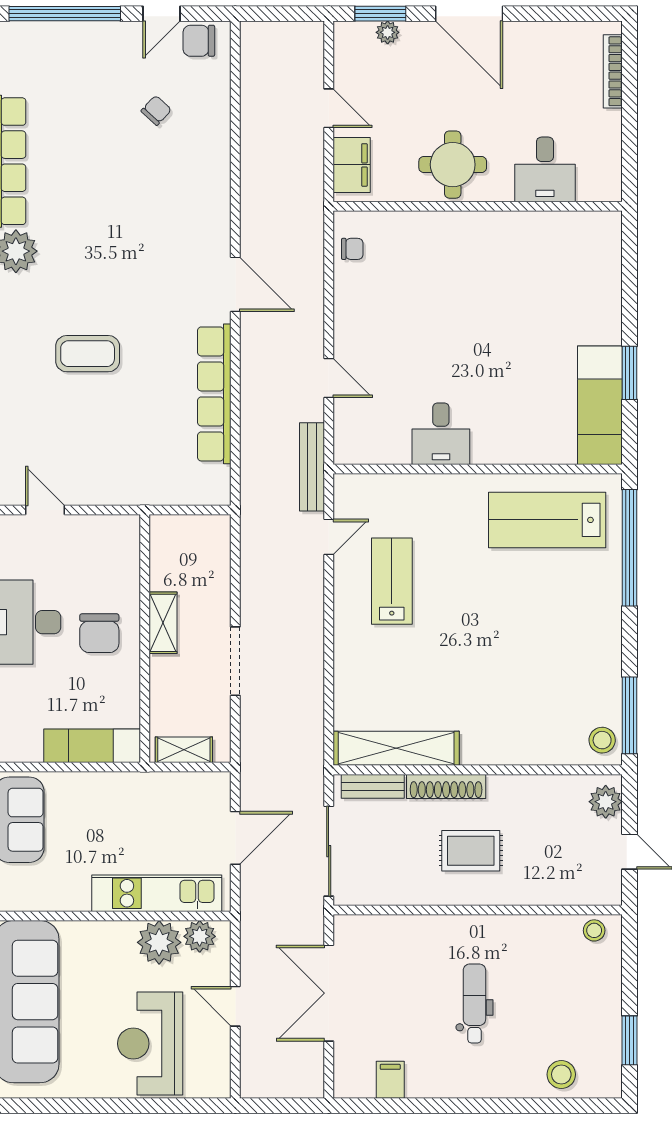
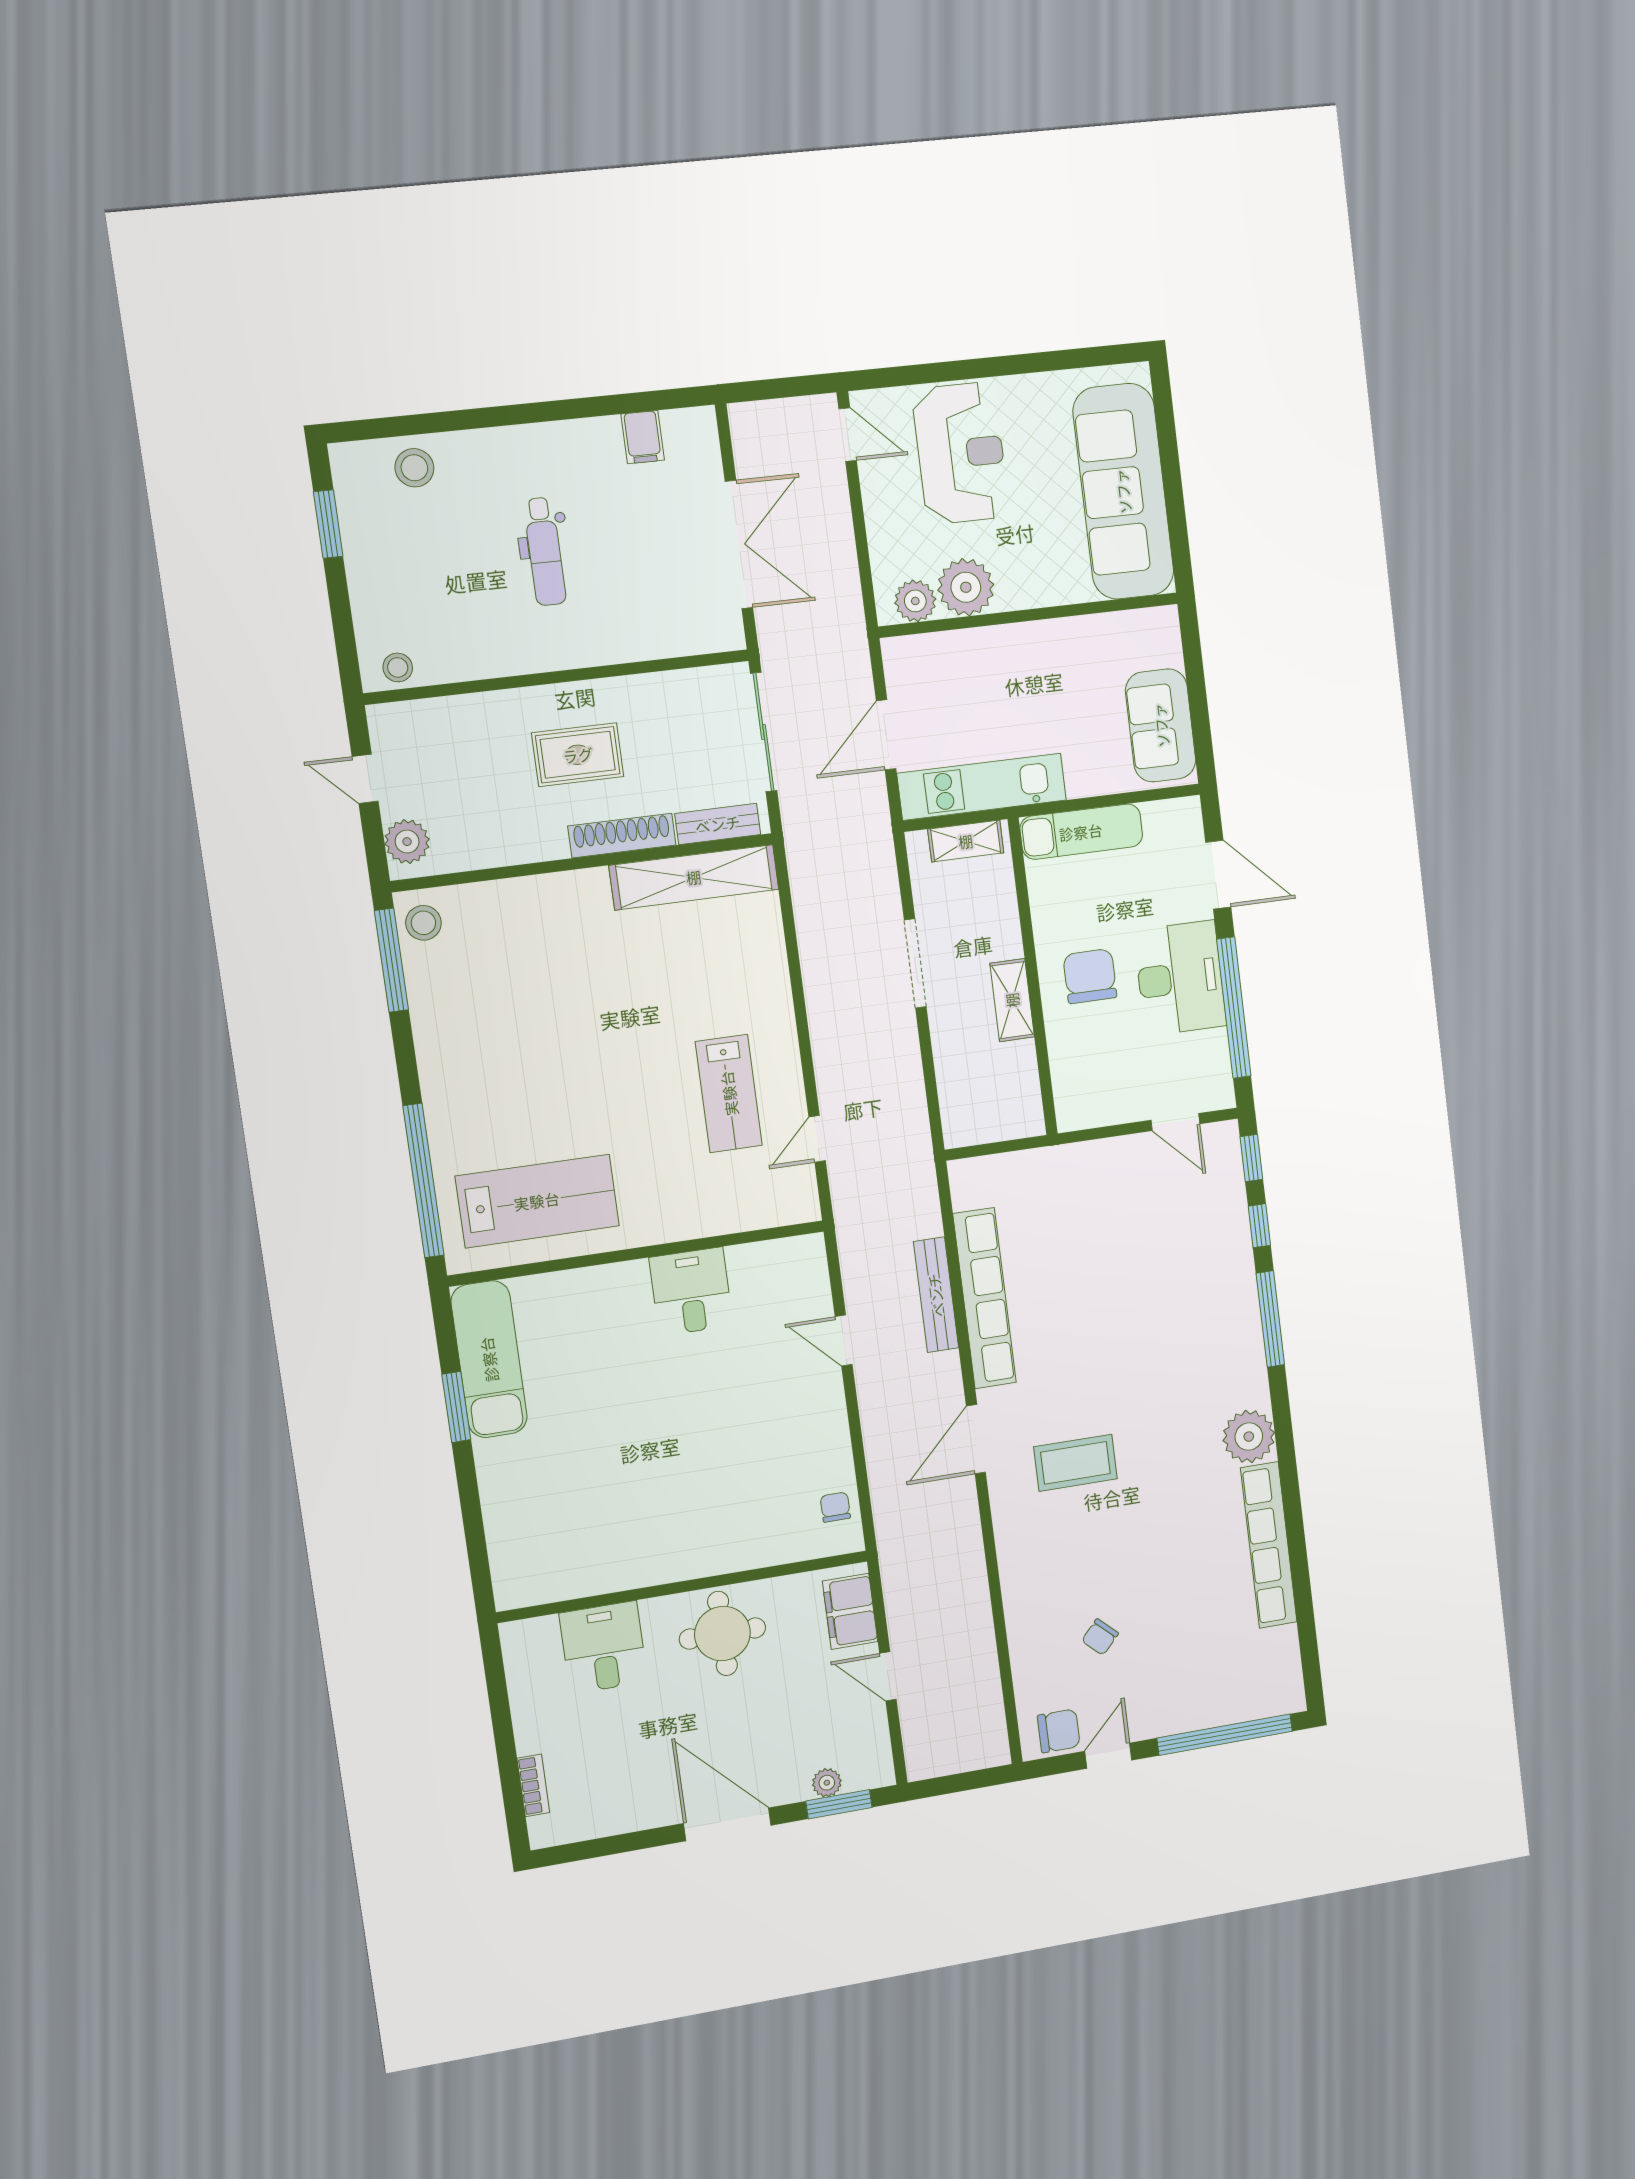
bookcase: (613, 71) -> (533, 1785), width x0.64
chair: (352, 249) -> (835, 1507), turned 90
door: (235, 284) -> (976, 1439), hinge flipped
coffee table: (88, 354) -> (1075, 1463), moved
bench: (312, 467) -> (936, 1295), moved
kitchen unit: (157, 893) -> (982, 787), moved, turned 180
door: (235, 1006) -> (848, 435), moved

